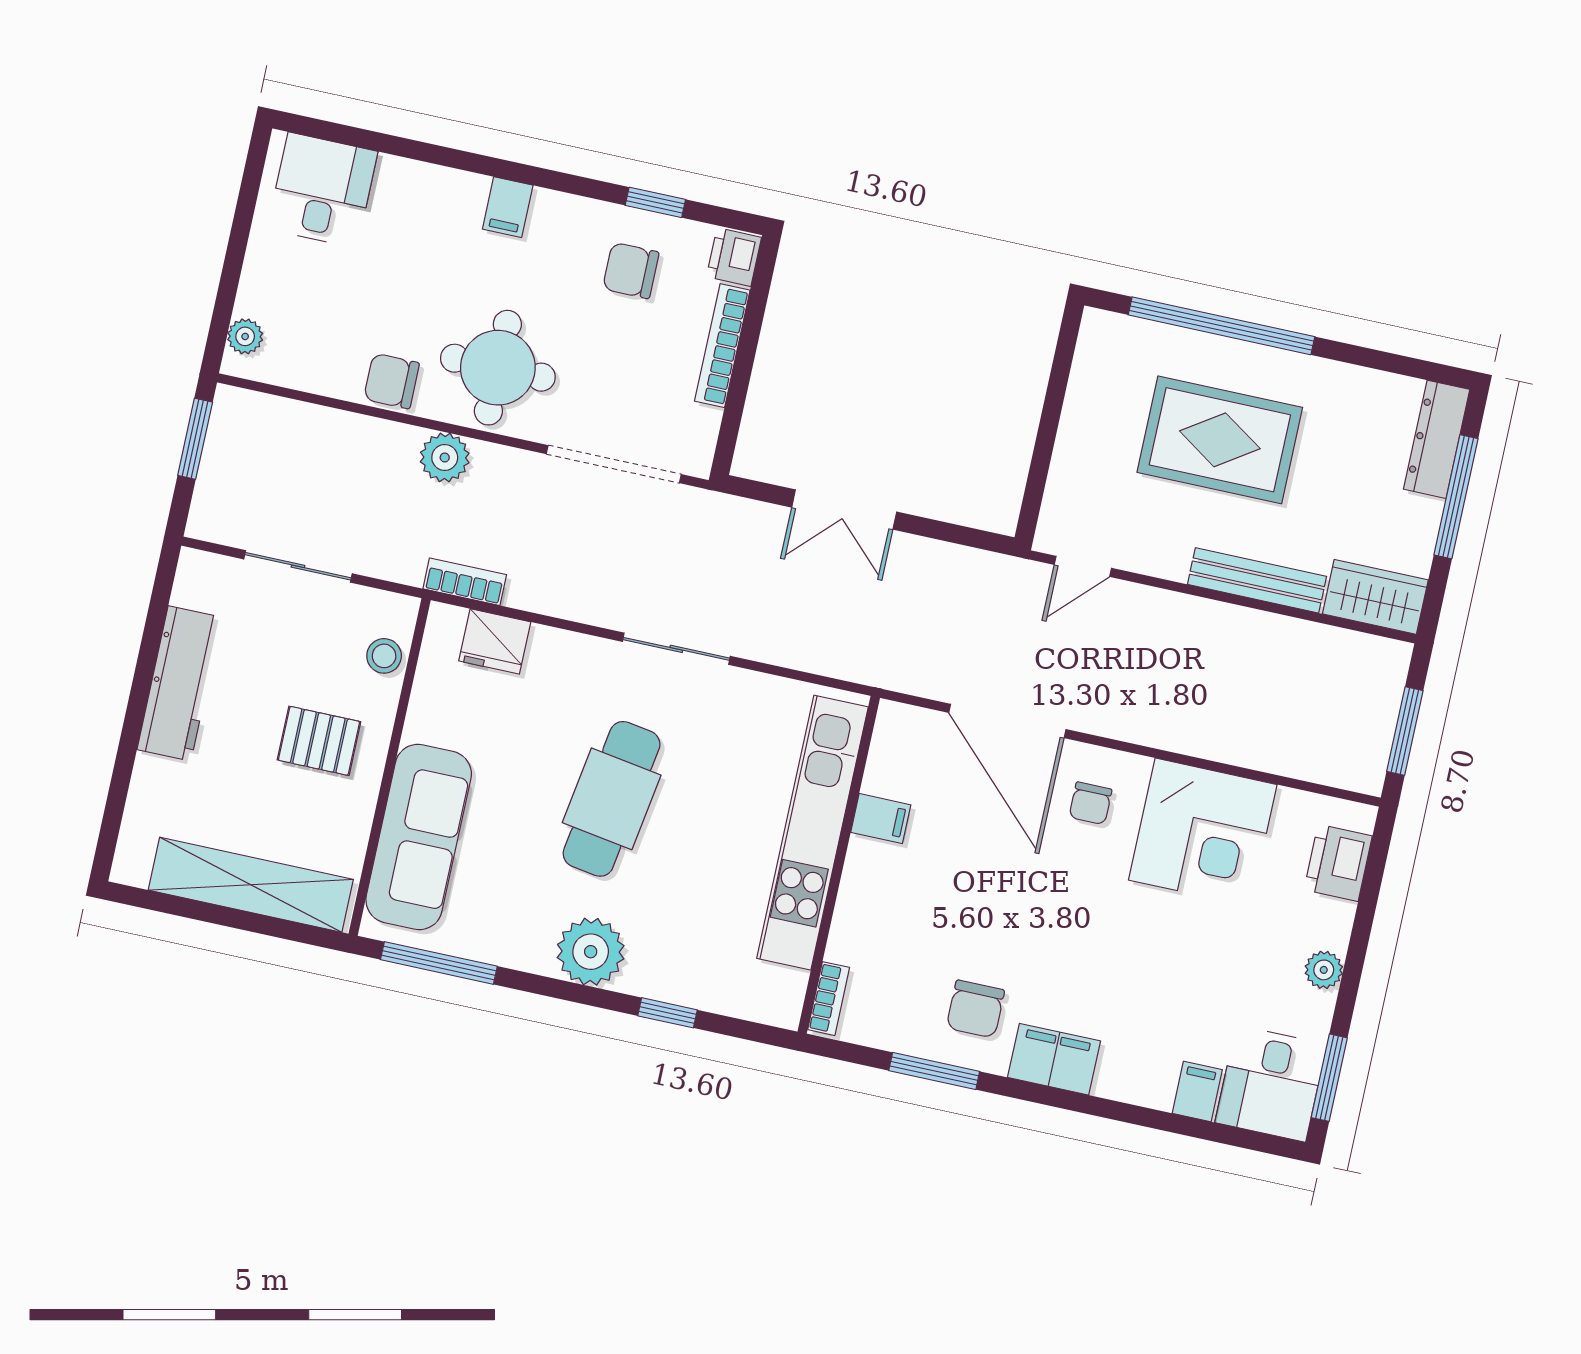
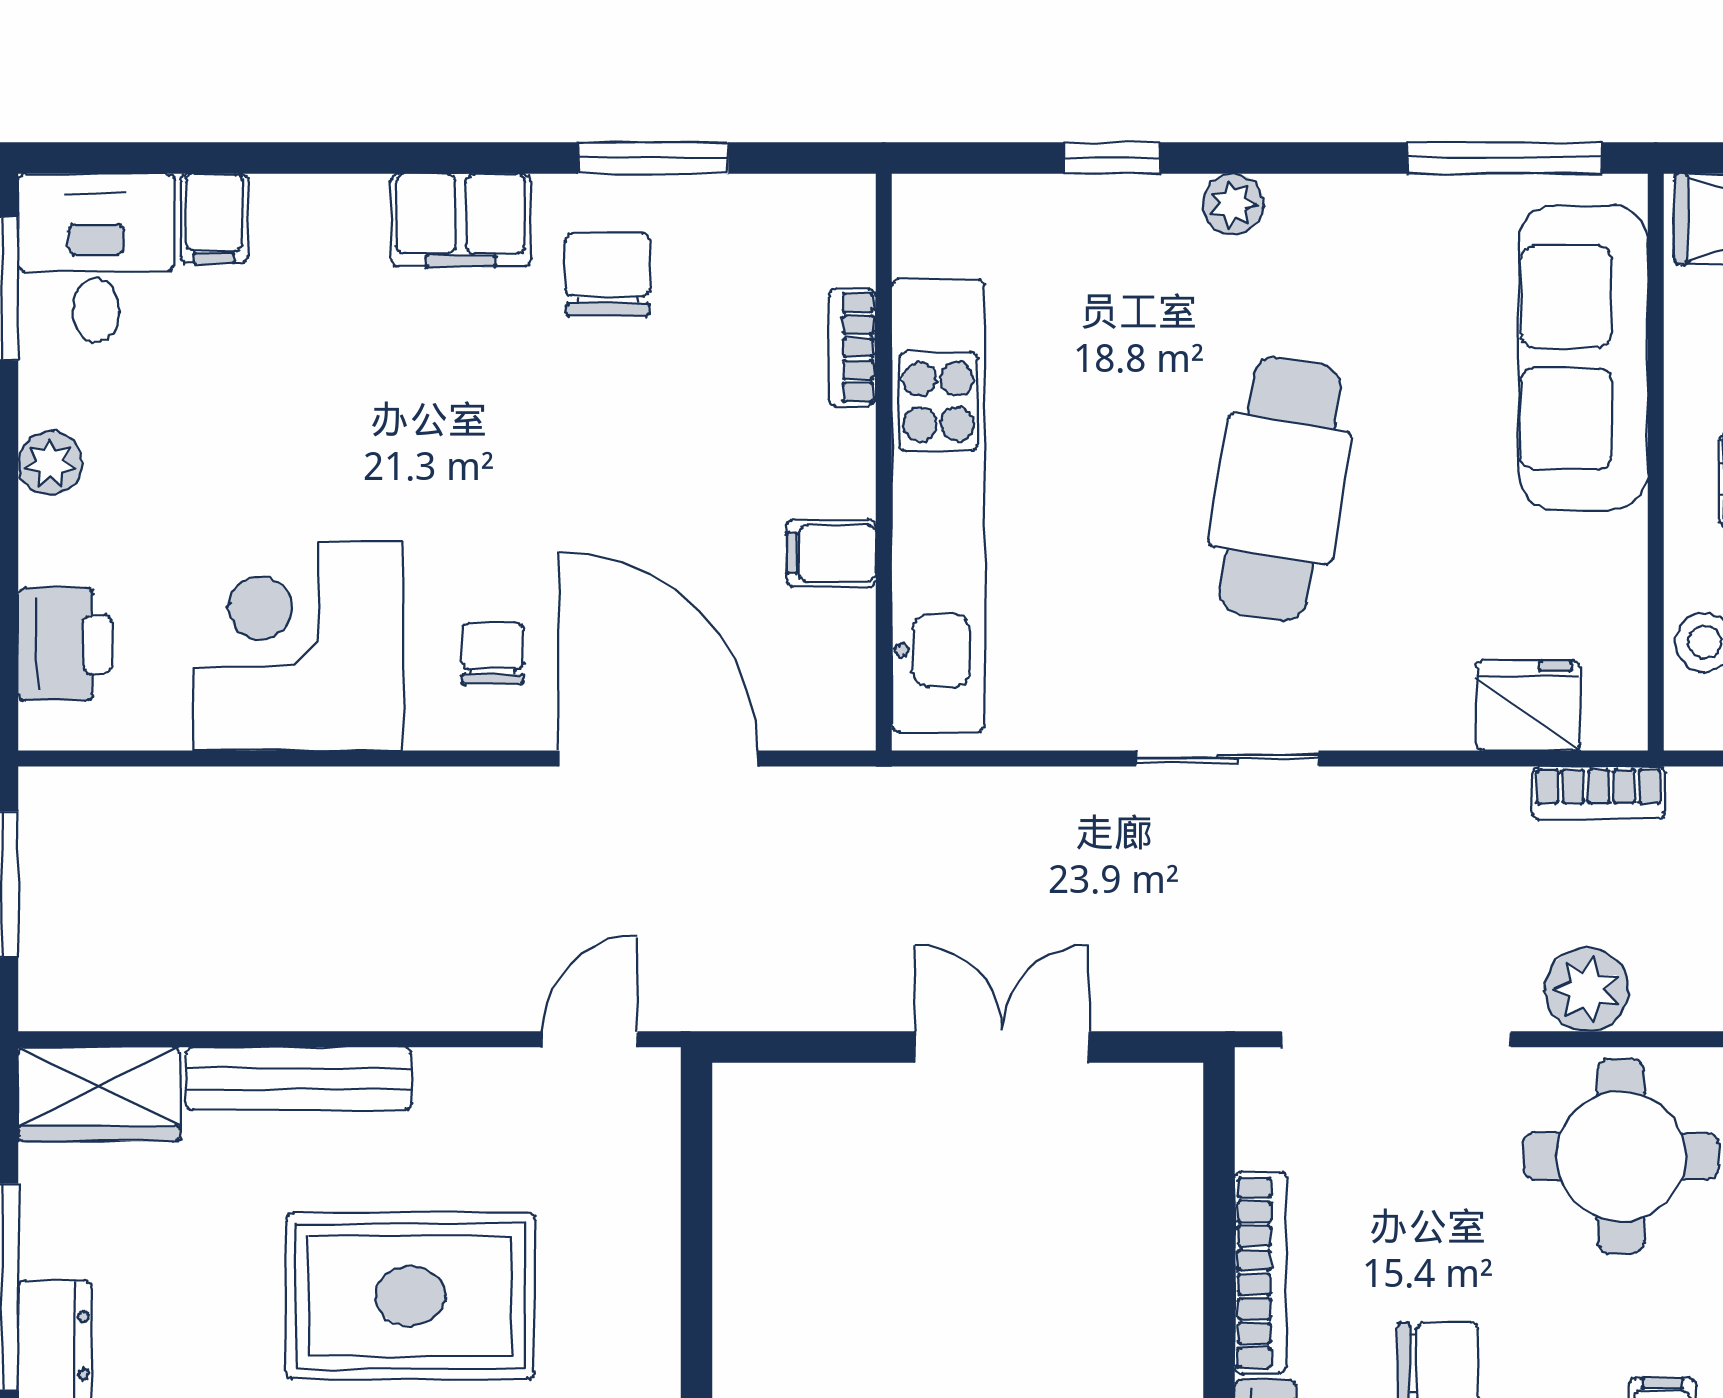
plant: (445, 457) -> (1587, 990), moved
plant: (591, 952) -> (1233, 204), width x0.53, depth x0.53
bookcase: (829, 999) -> (853, 347), moved

